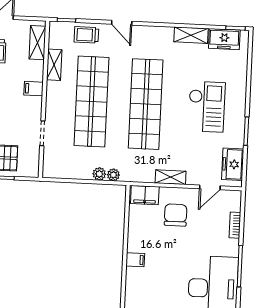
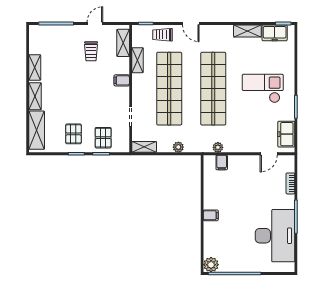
checkout: (207, 107) -> (263, 88), turned -90
plant: (113, 175) -> (218, 147), moved
shelving: (171, 177) -> (144, 147), moved
filing cabinet: (145, 195) -> (222, 163), width x0.50
chair: (176, 215) -> (242, 178), removed

